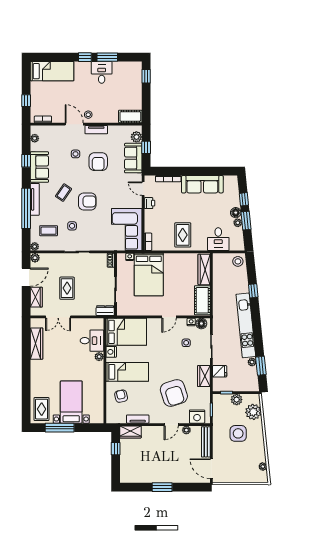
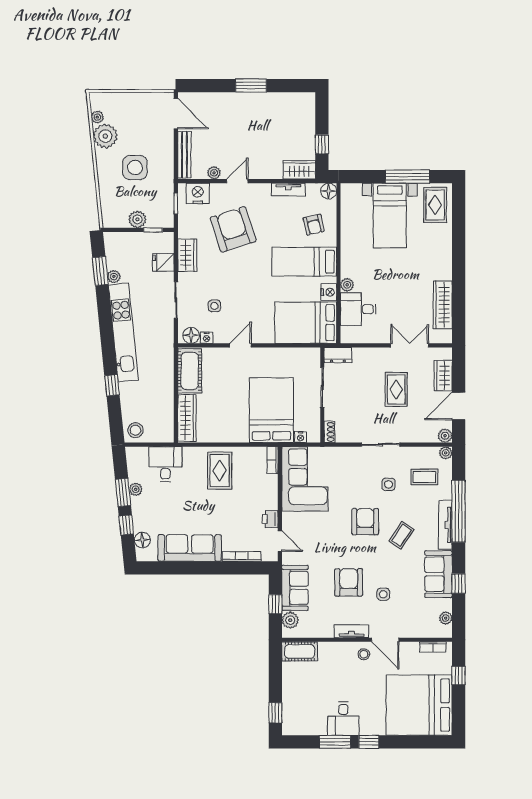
bed: (52, 71) -> (419, 705), width x2.04
armchair: (87, 201) -> (365, 522), turned 90
floor lamp: (236, 213) -> (142, 540), moved
plant: (253, 412) -> (105, 136), moved
floor lamp: (111, 418) -> (329, 191), added

